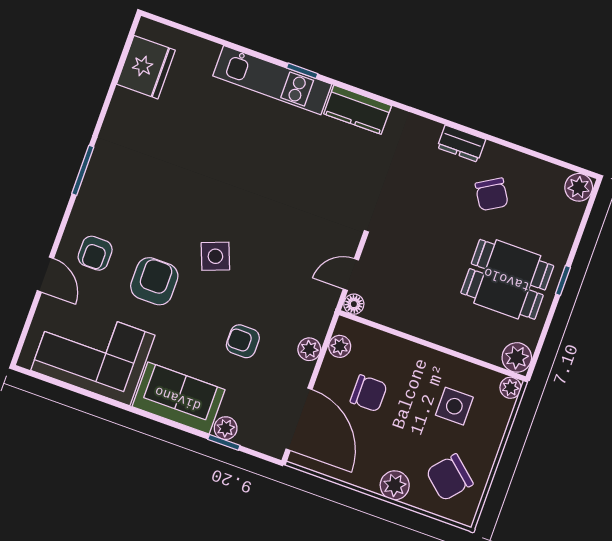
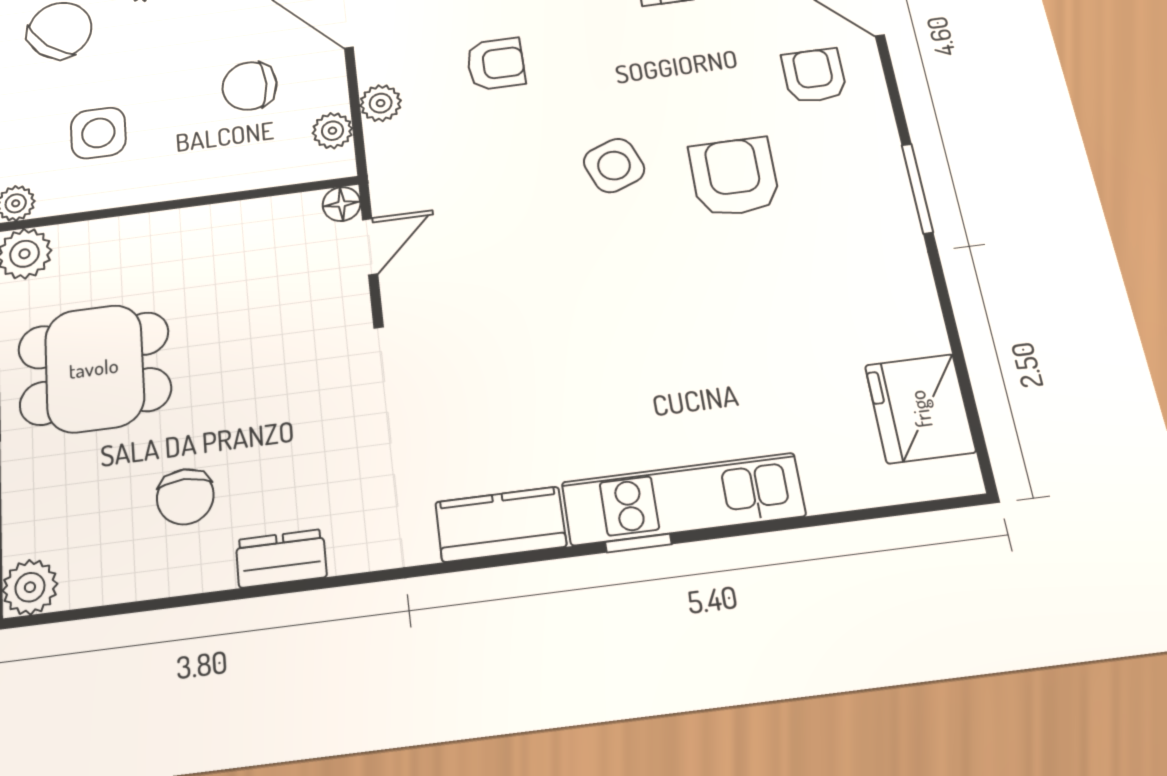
chair: (492, 194) -> (185, 497), turned -149
armchair: (154, 281) -> (734, 177), moved, turned 180

